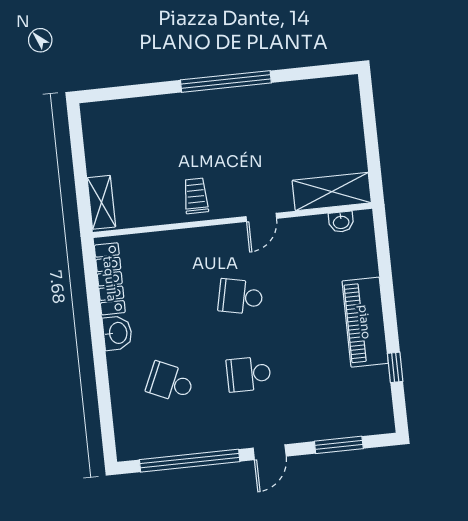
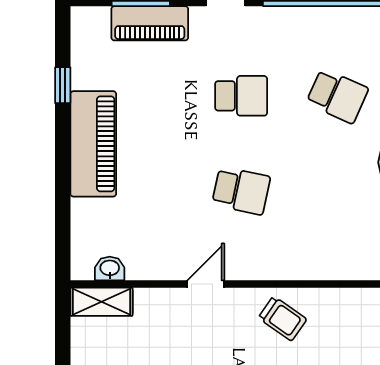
shelving: (332, 192) -> (101, 302), width x0.67, depth x0.75
trolley: (196, 196) -> (282, 319), turned -55
piano: (329, 425) -> (150, 23), added

